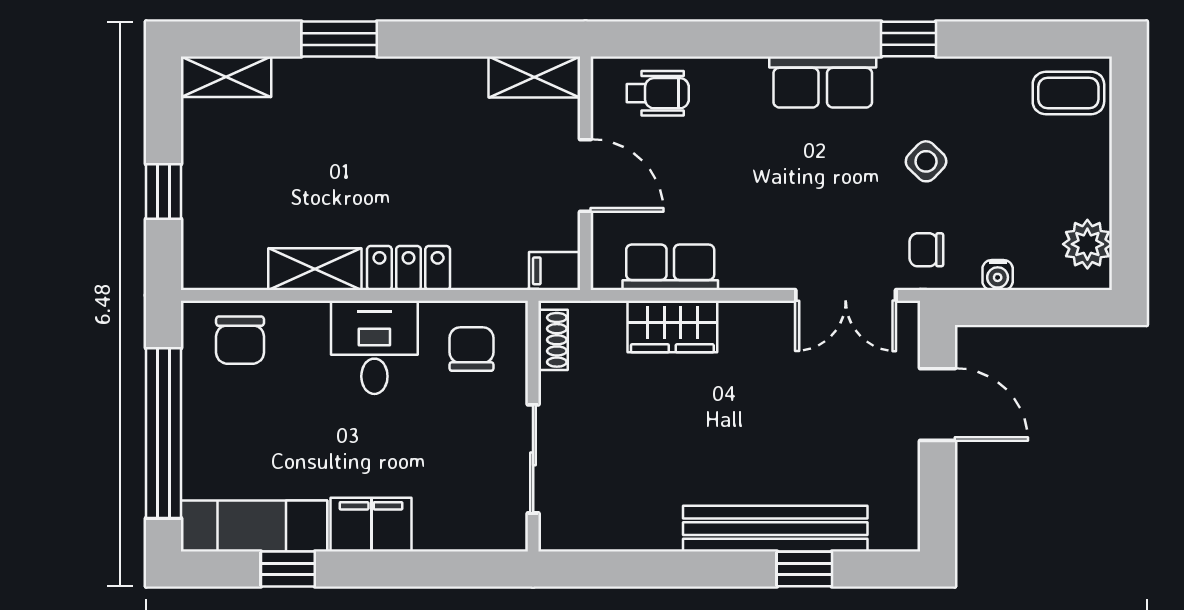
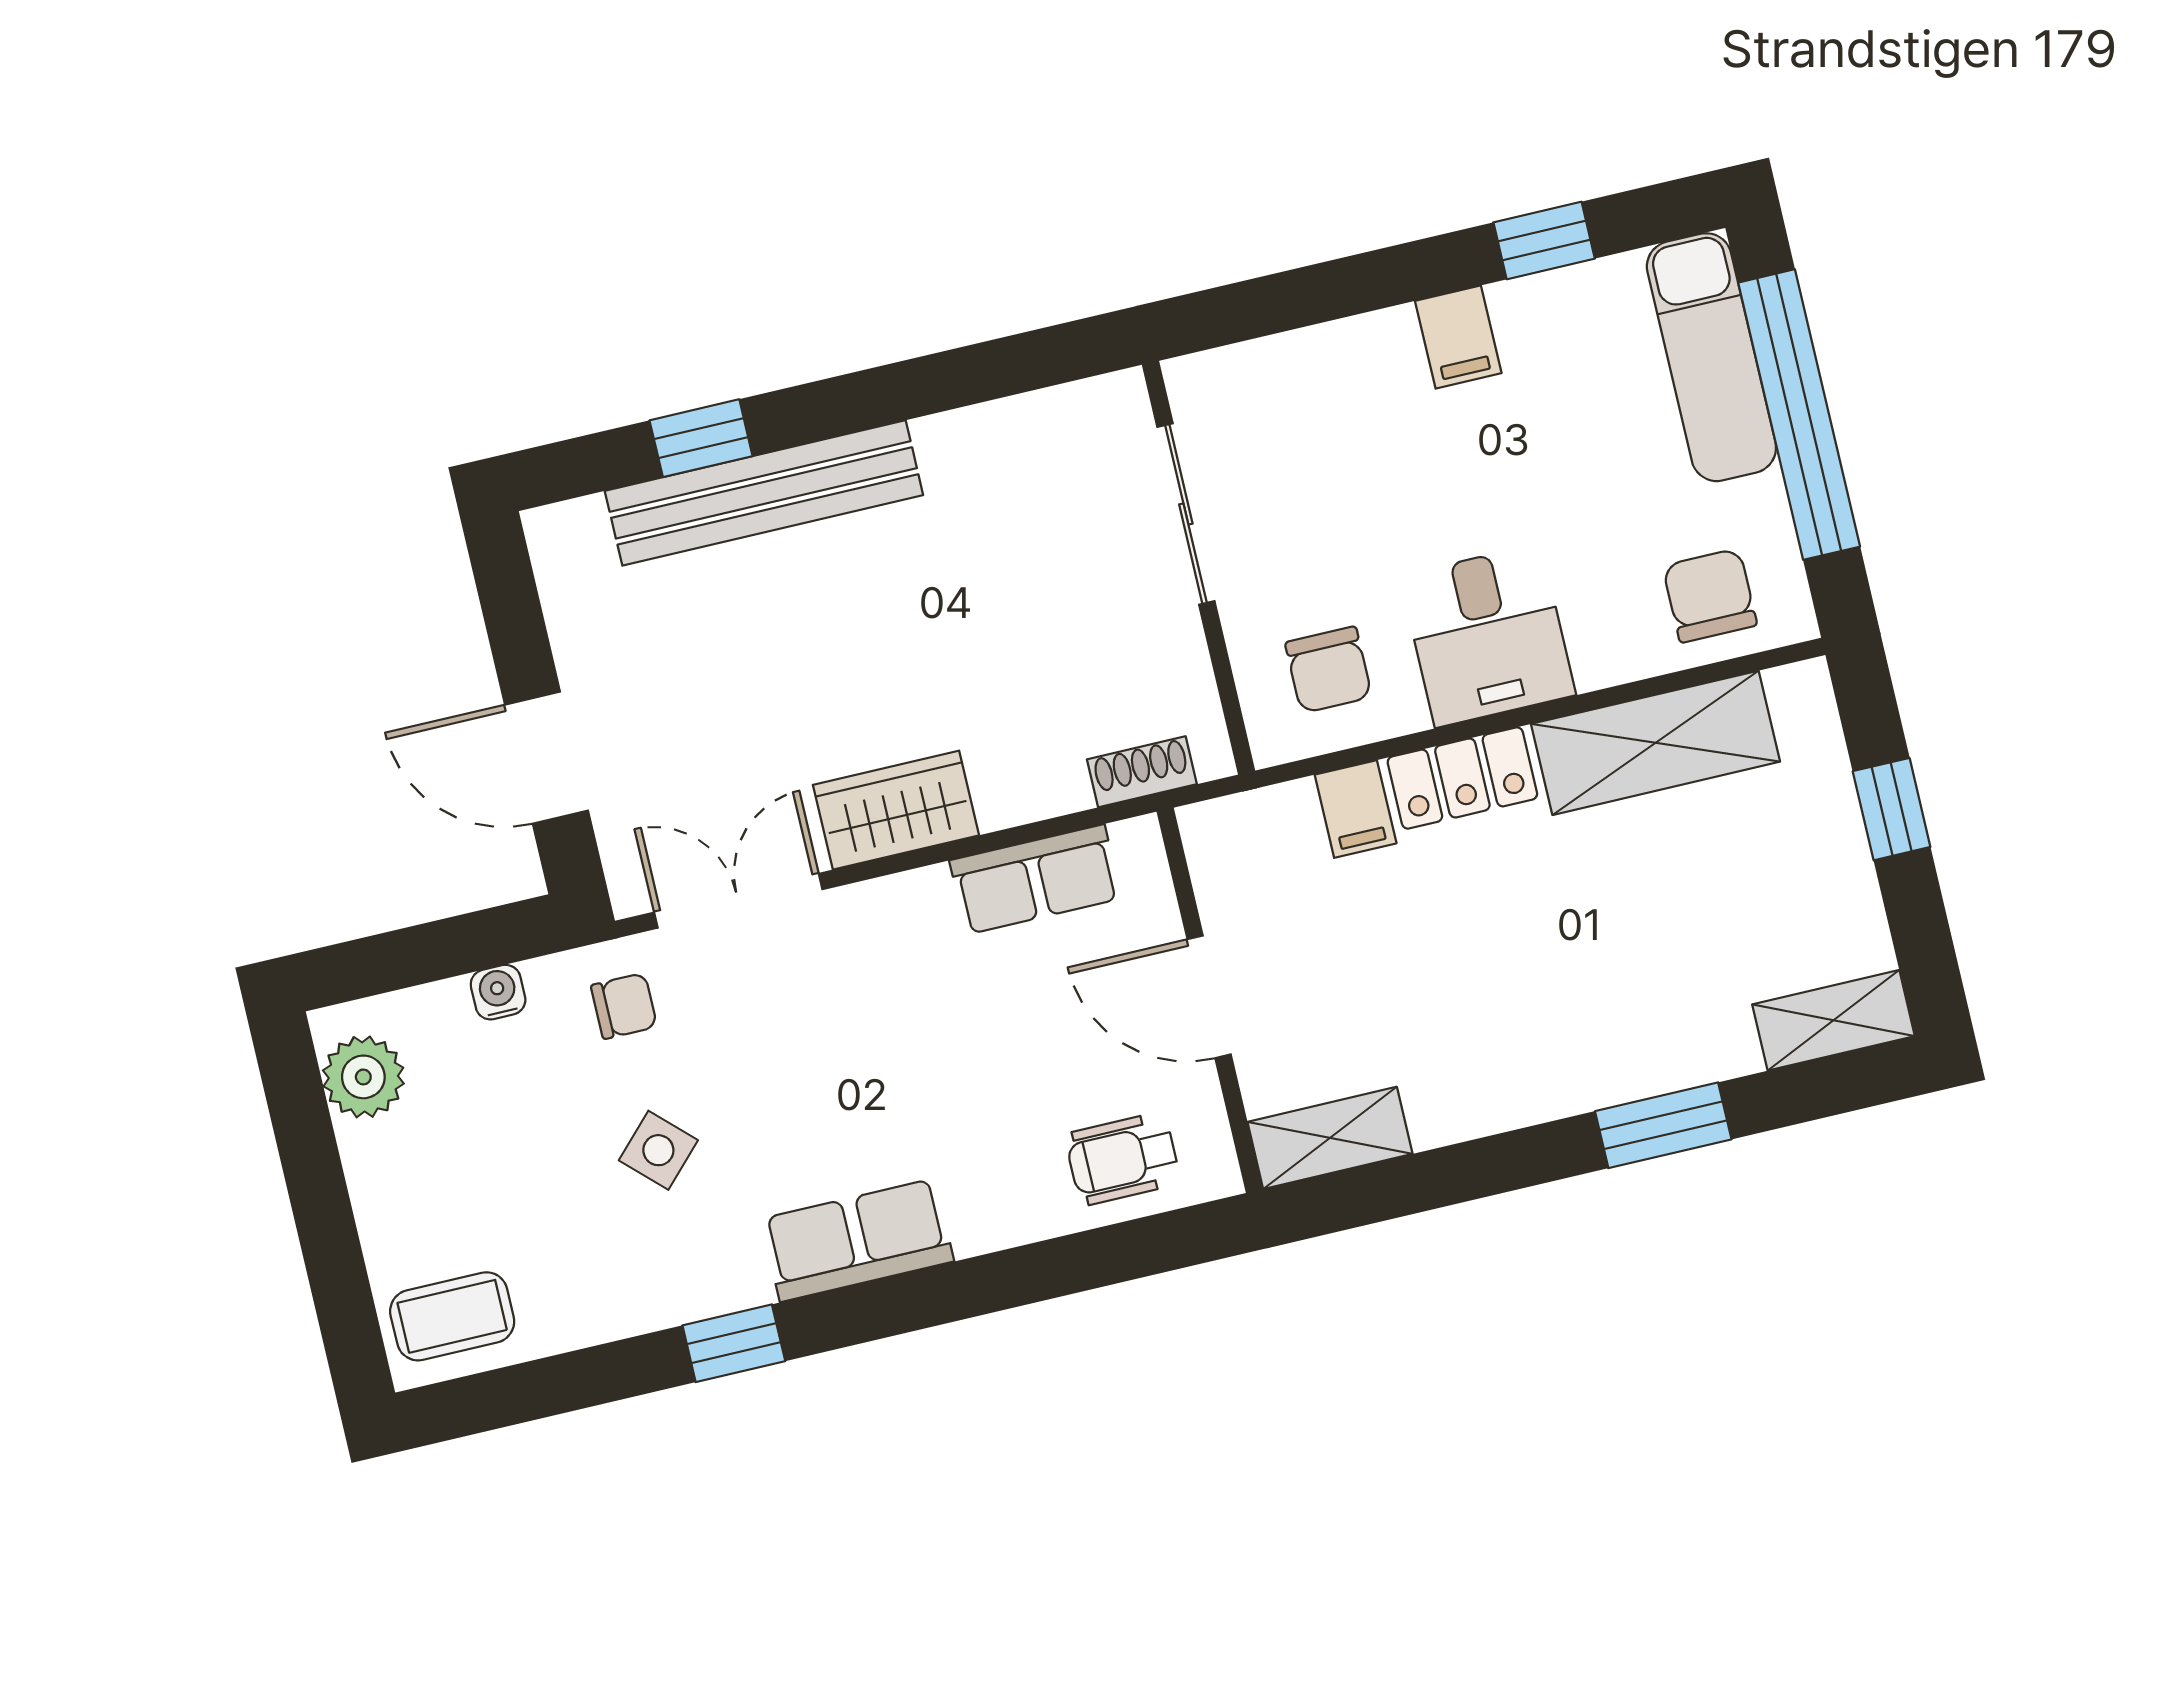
shelving: (315, 269) -> (1655, 743), width x1.50, depth x1.33
filing cabinet: (555, 271) -> (1356, 809), moved, turned 90
wardrobe: (672, 326) -> (896, 810), moved
shoe rack: (553, 340) -> (1142, 772), moved, turned 90
filing cabinet: (371, 525) -> (1458, 337), width x0.50
exam couch: (254, 526) -> (1711, 357), moved, turned 90

